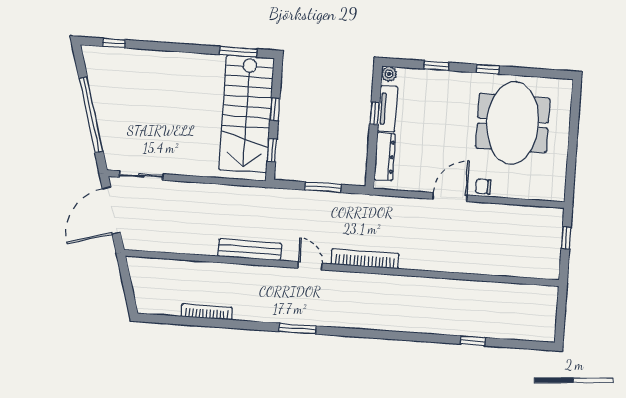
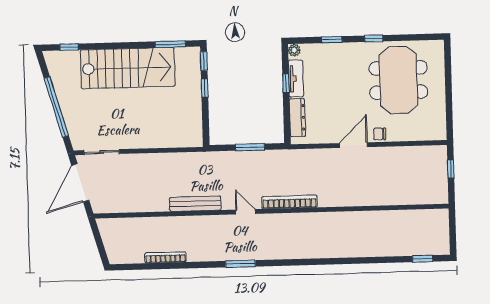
stairs: (247, 114) -> (128, 68), moved, turned -90
window: (272, 150) -> (204, 61), moved
window: (473, 341) -> (423, 259), moved

